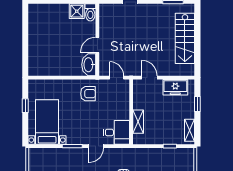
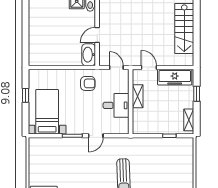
freezer: (175, 87) -> (175, 77), width x1.40
shelving: (138, 122) -> (138, 96), moved
desk: (116, 132) -> (116, 105), moved

